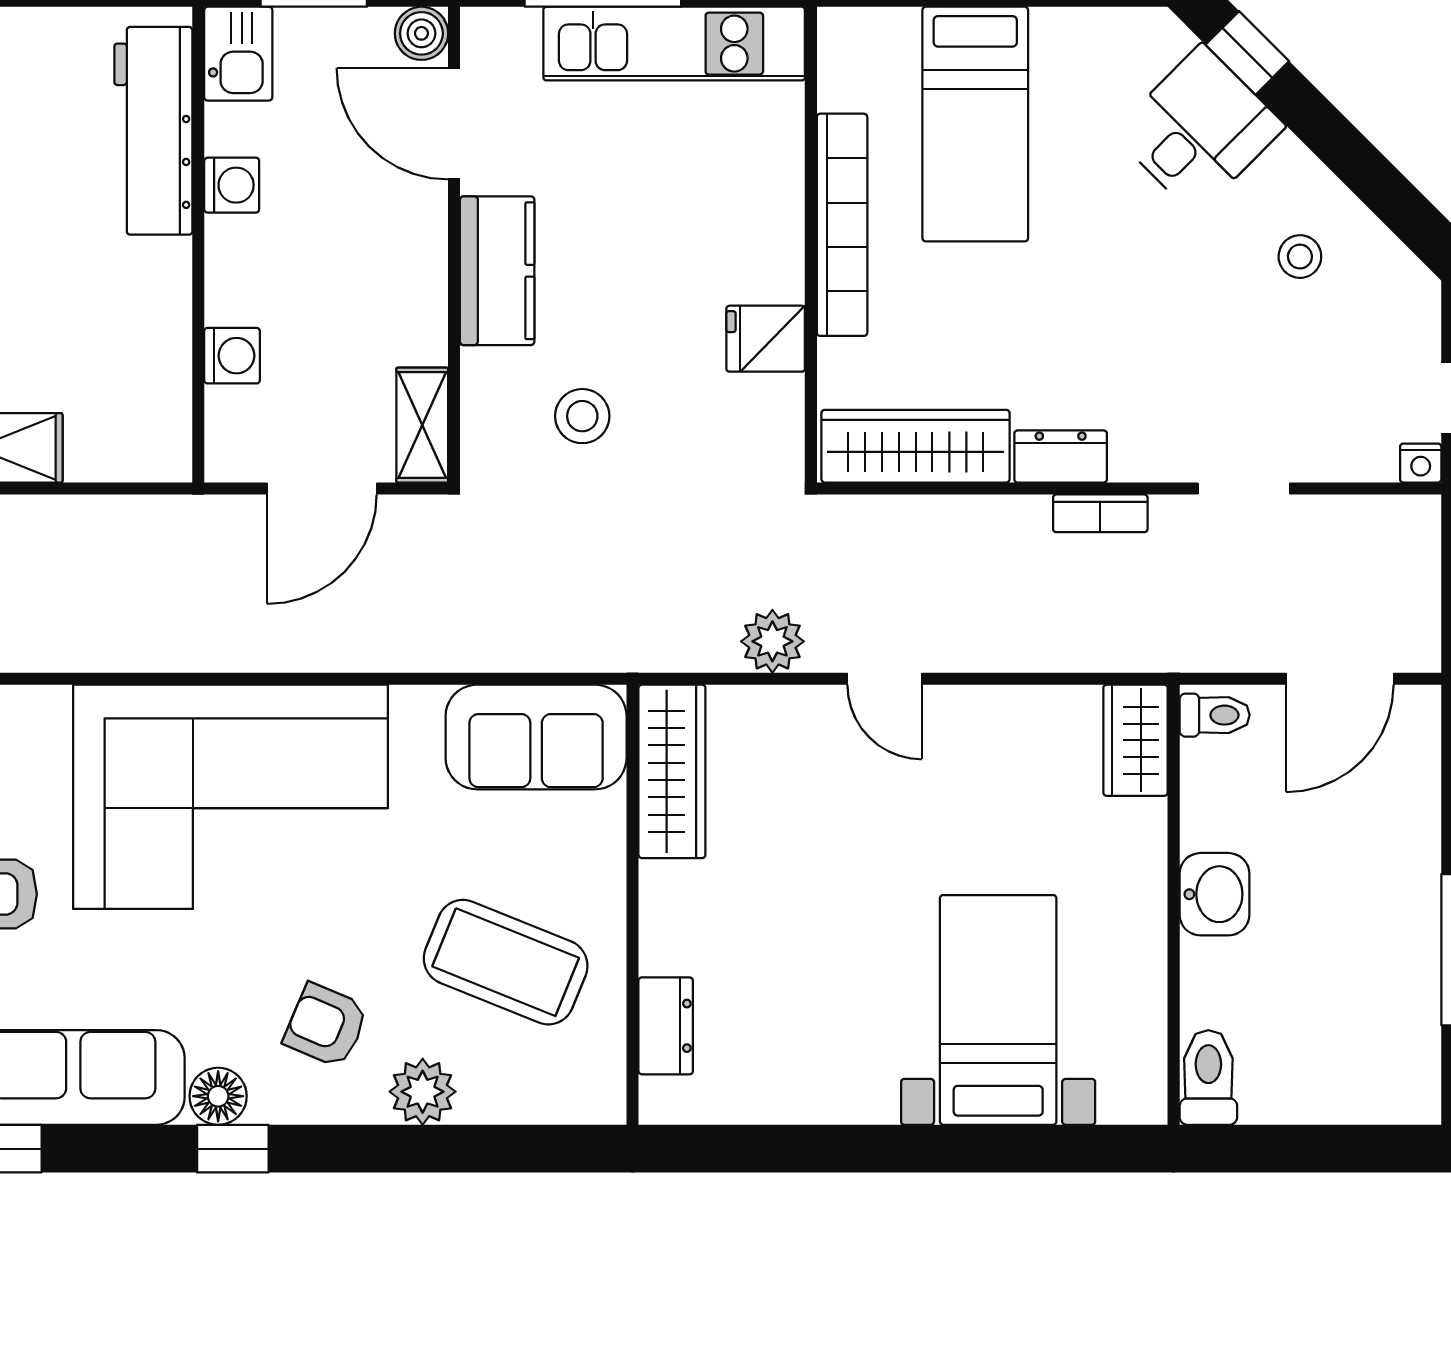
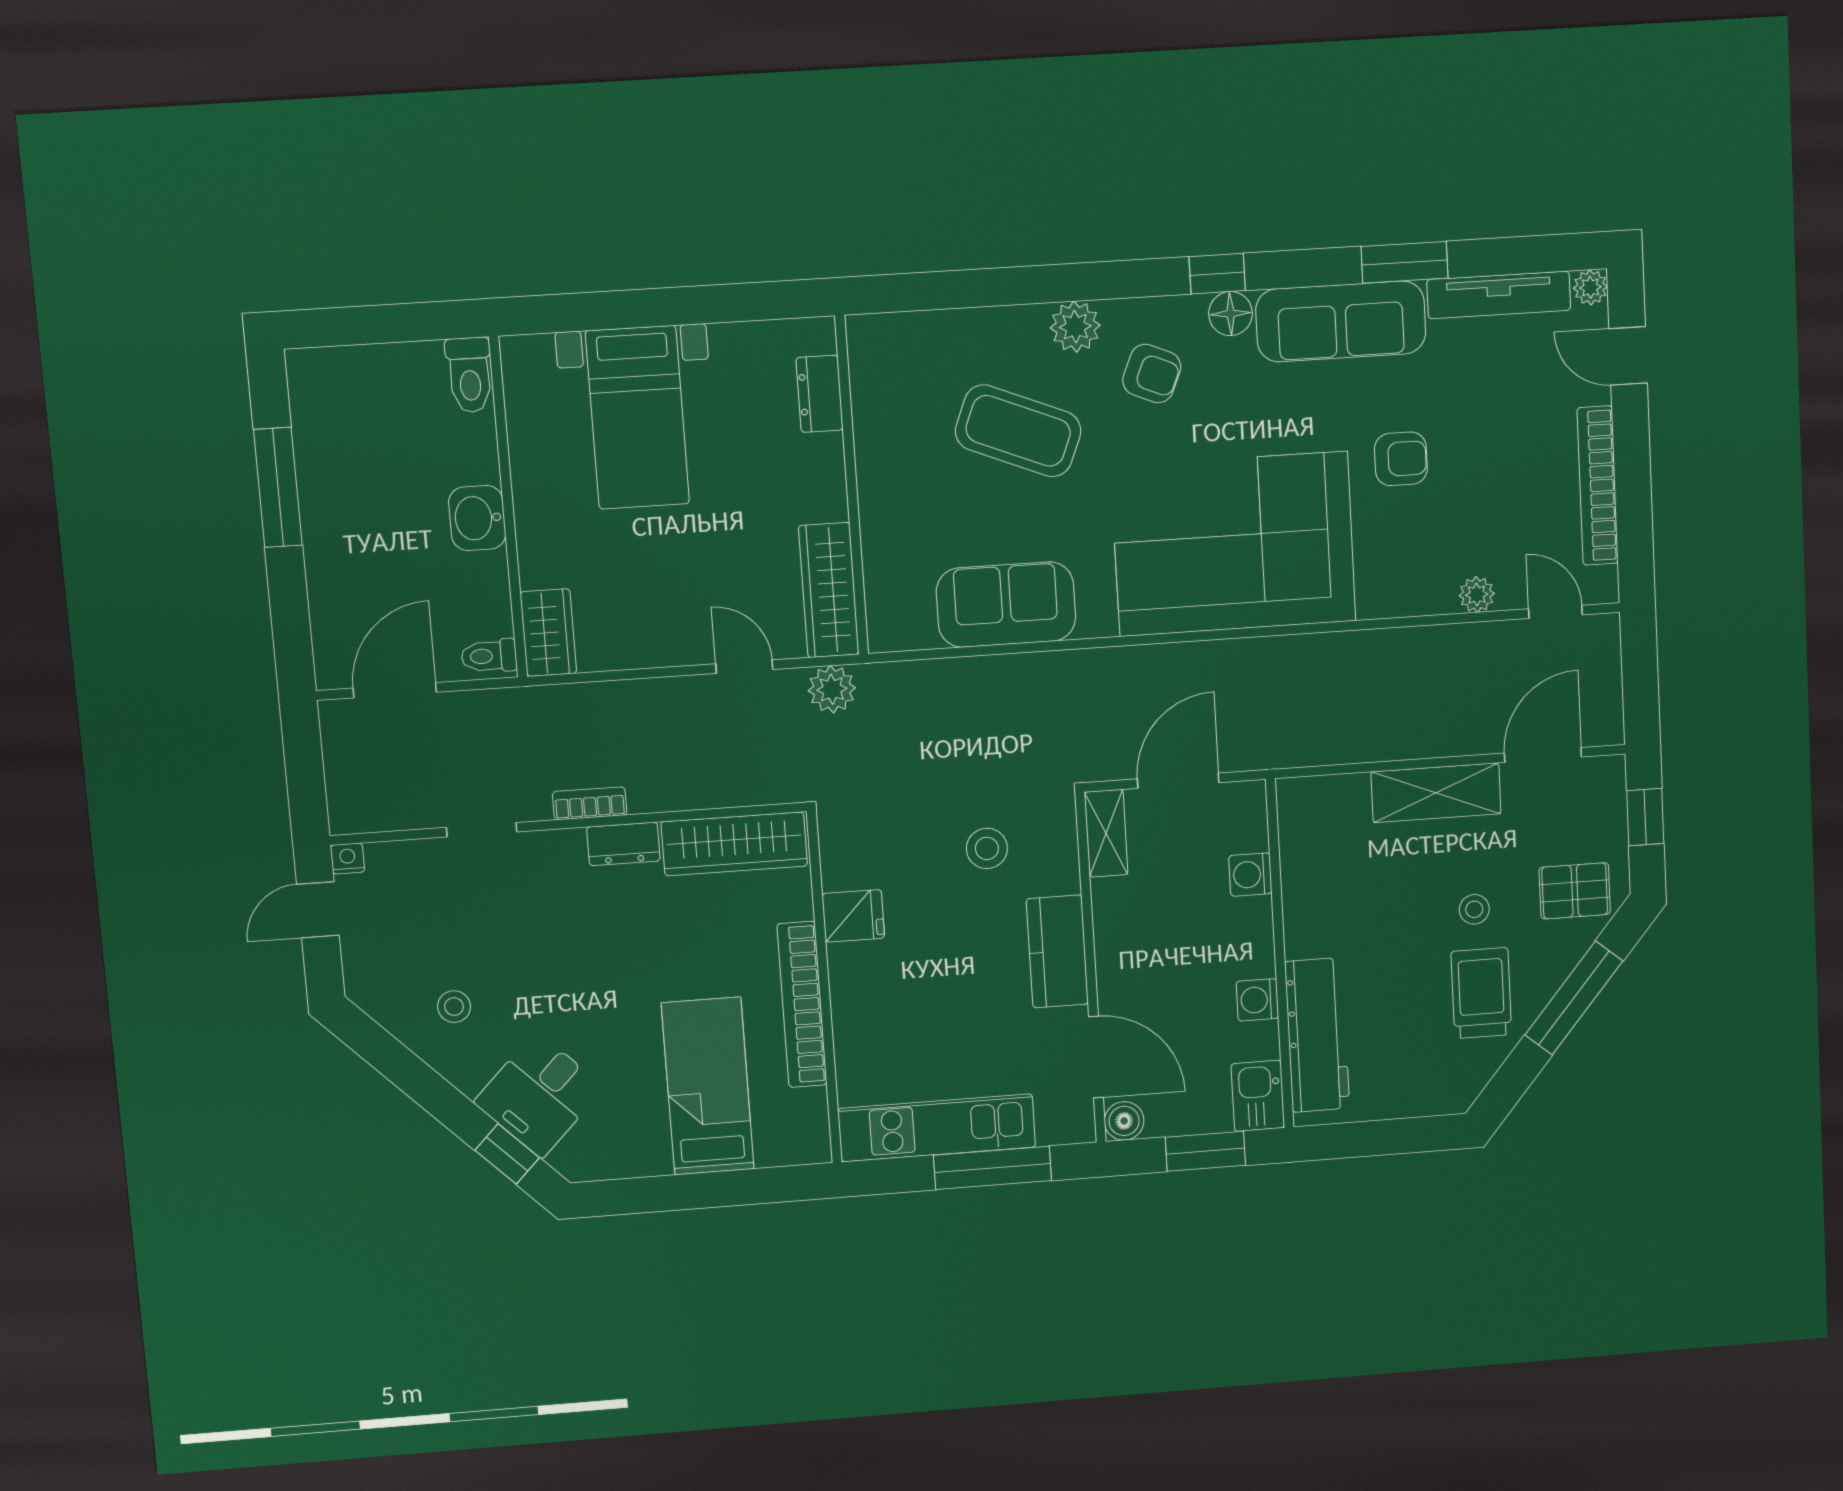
wardrobe: (672, 771) -> (829, 590), moved
wall: (632, 905) -> (852, 486), moved
dresser: (666, 1026) -> (820, 394), moved

